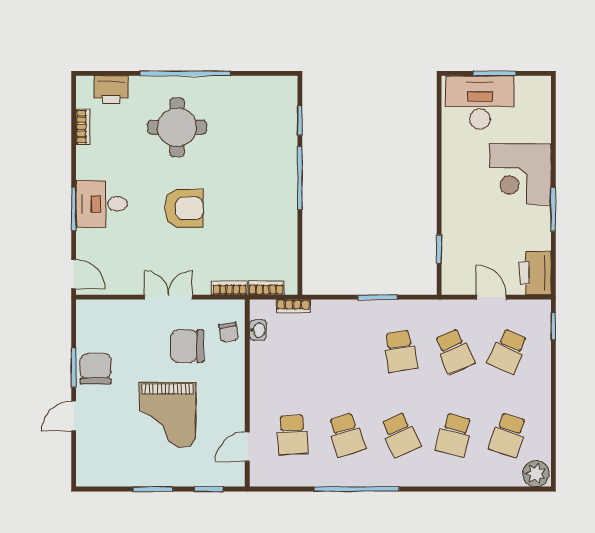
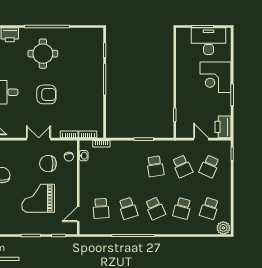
desk: (480, 102) -> (209, 41), moved
grand piano: (168, 415) -> (38, 198), turned 90

